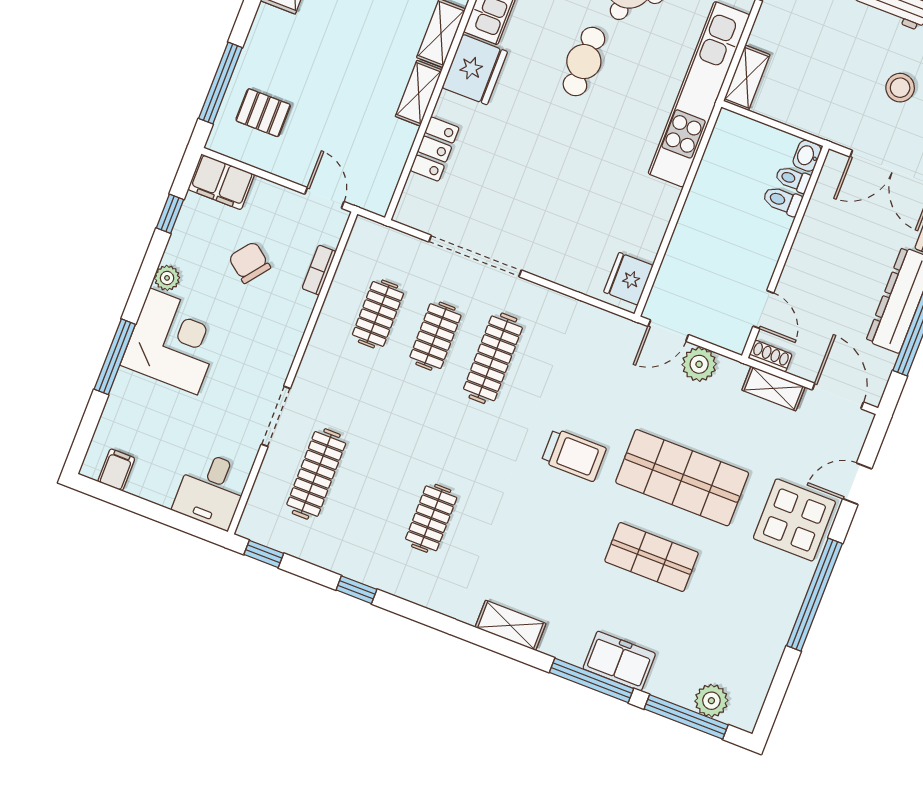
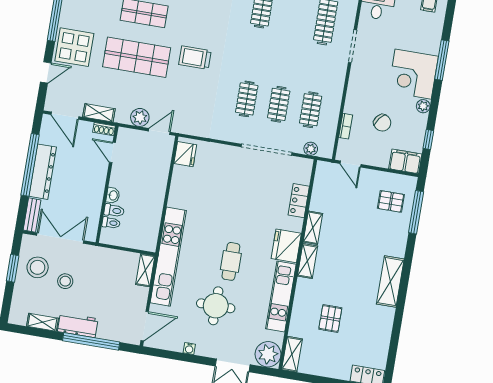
washbasin: (807, 156) -> (113, 195), moved
plant: (393, 241) -> (311, 149), added
clothes rail: (493, 358) -> (247, 99), width x0.73

